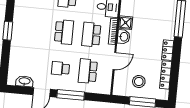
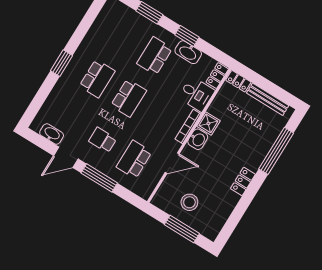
school desk: (91, 35) -> (97, 79), moved, turned 180
locker: (166, 75) -> (226, 210), removed

